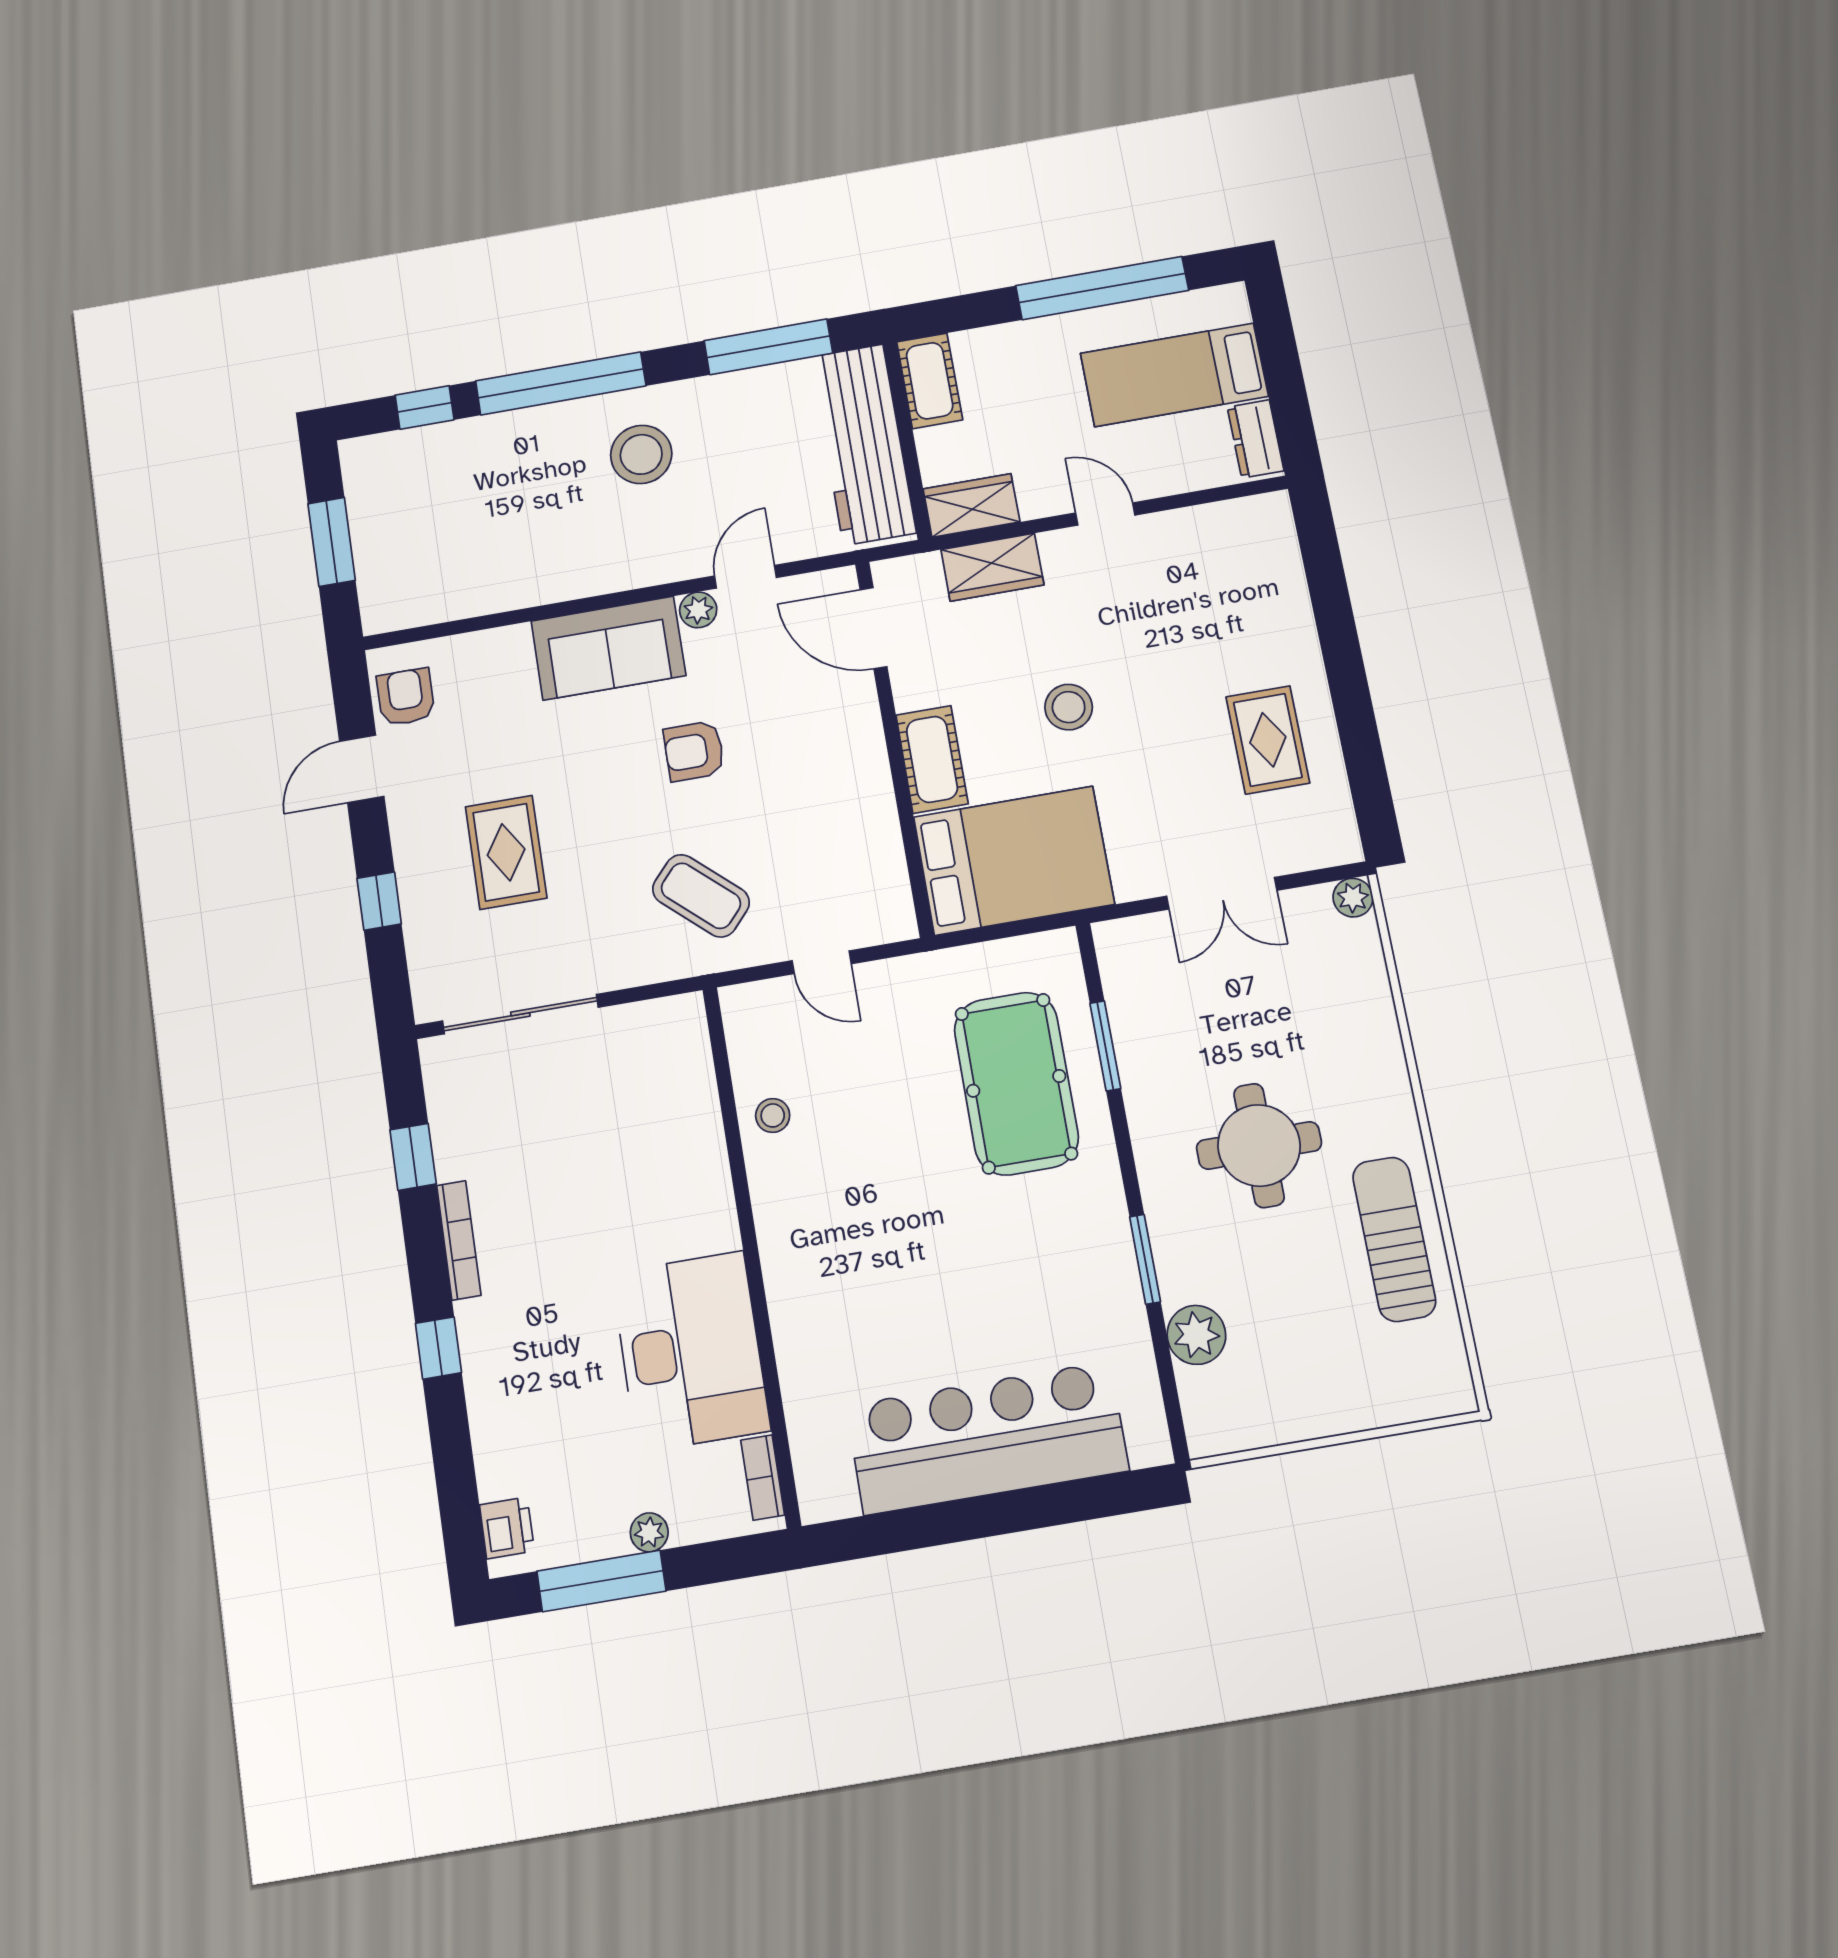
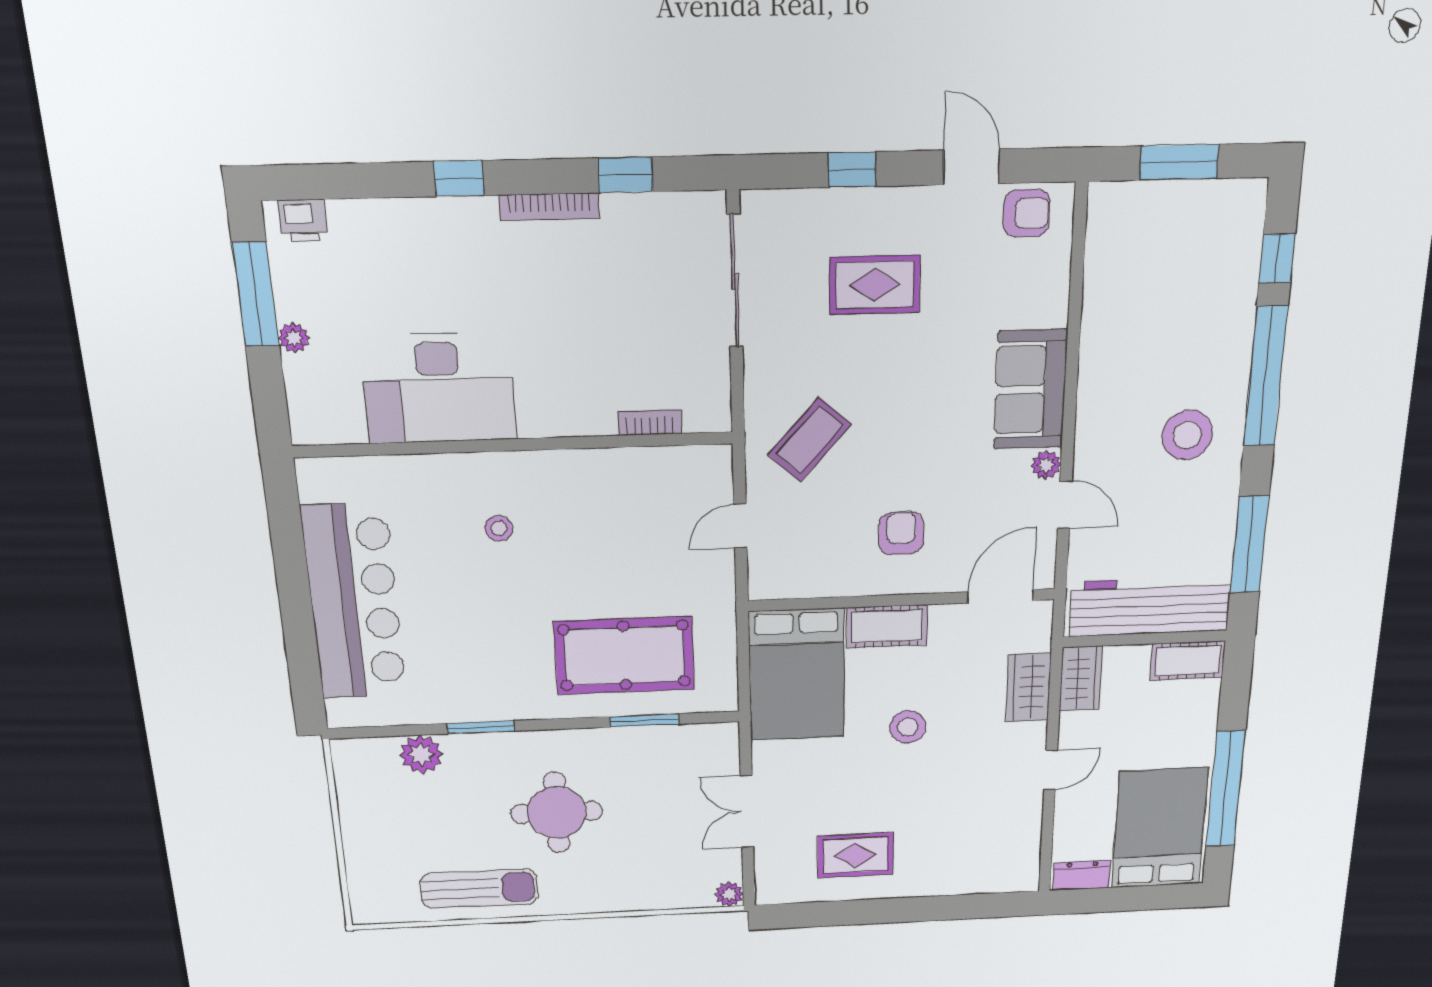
bed: (1174, 375) -> (1160, 828), width x1.50
armchair: (694, 751) -> (901, 533), moved
stool: (773, 1115) -> (499, 528), moved
bookcase: (763, 1478) -> (650, 422), moved

